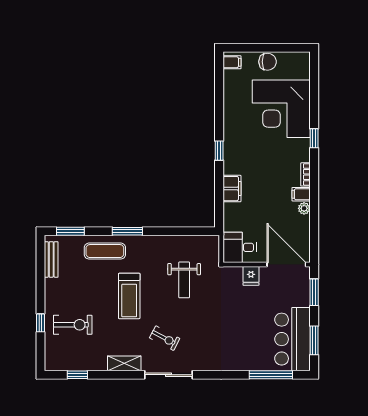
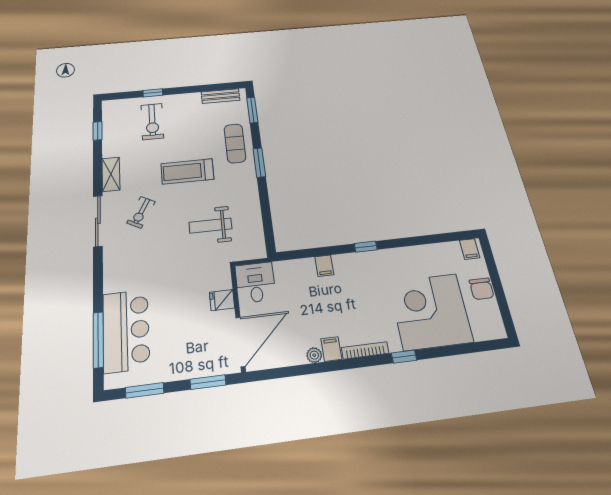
bookcase: (305, 174) -> (365, 350), width x1.56
filing cabinet: (232, 189) -> (324, 266), width x0.50
bar counter: (293, 339) -> (126, 330), moved, turned 90

